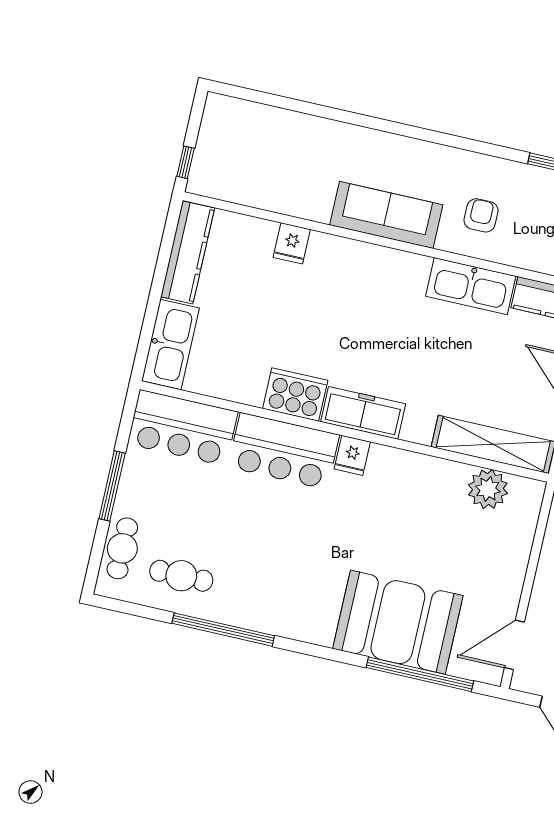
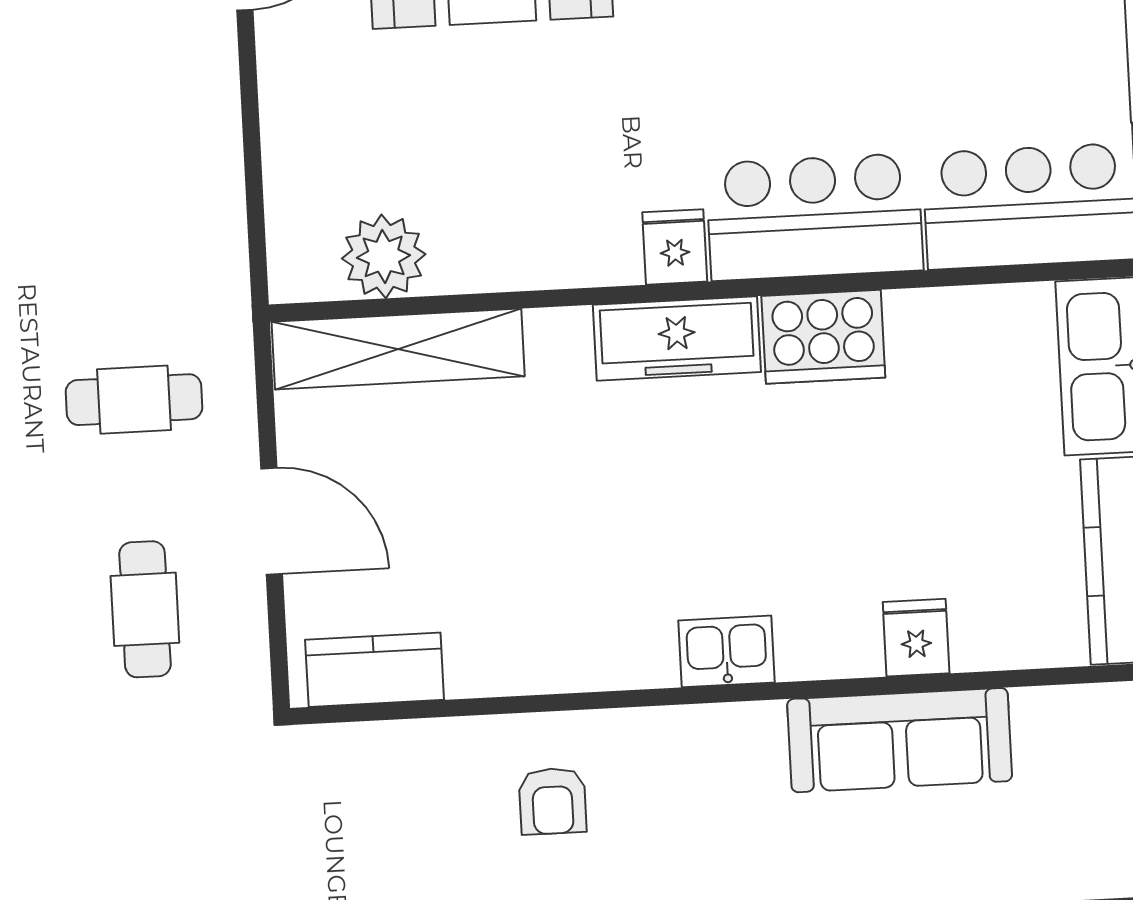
sofa: (386, 215) -> (900, 740), moved
kitchen sink: (471, 286) -> (727, 651), moved, width x0.53, depth x0.81

